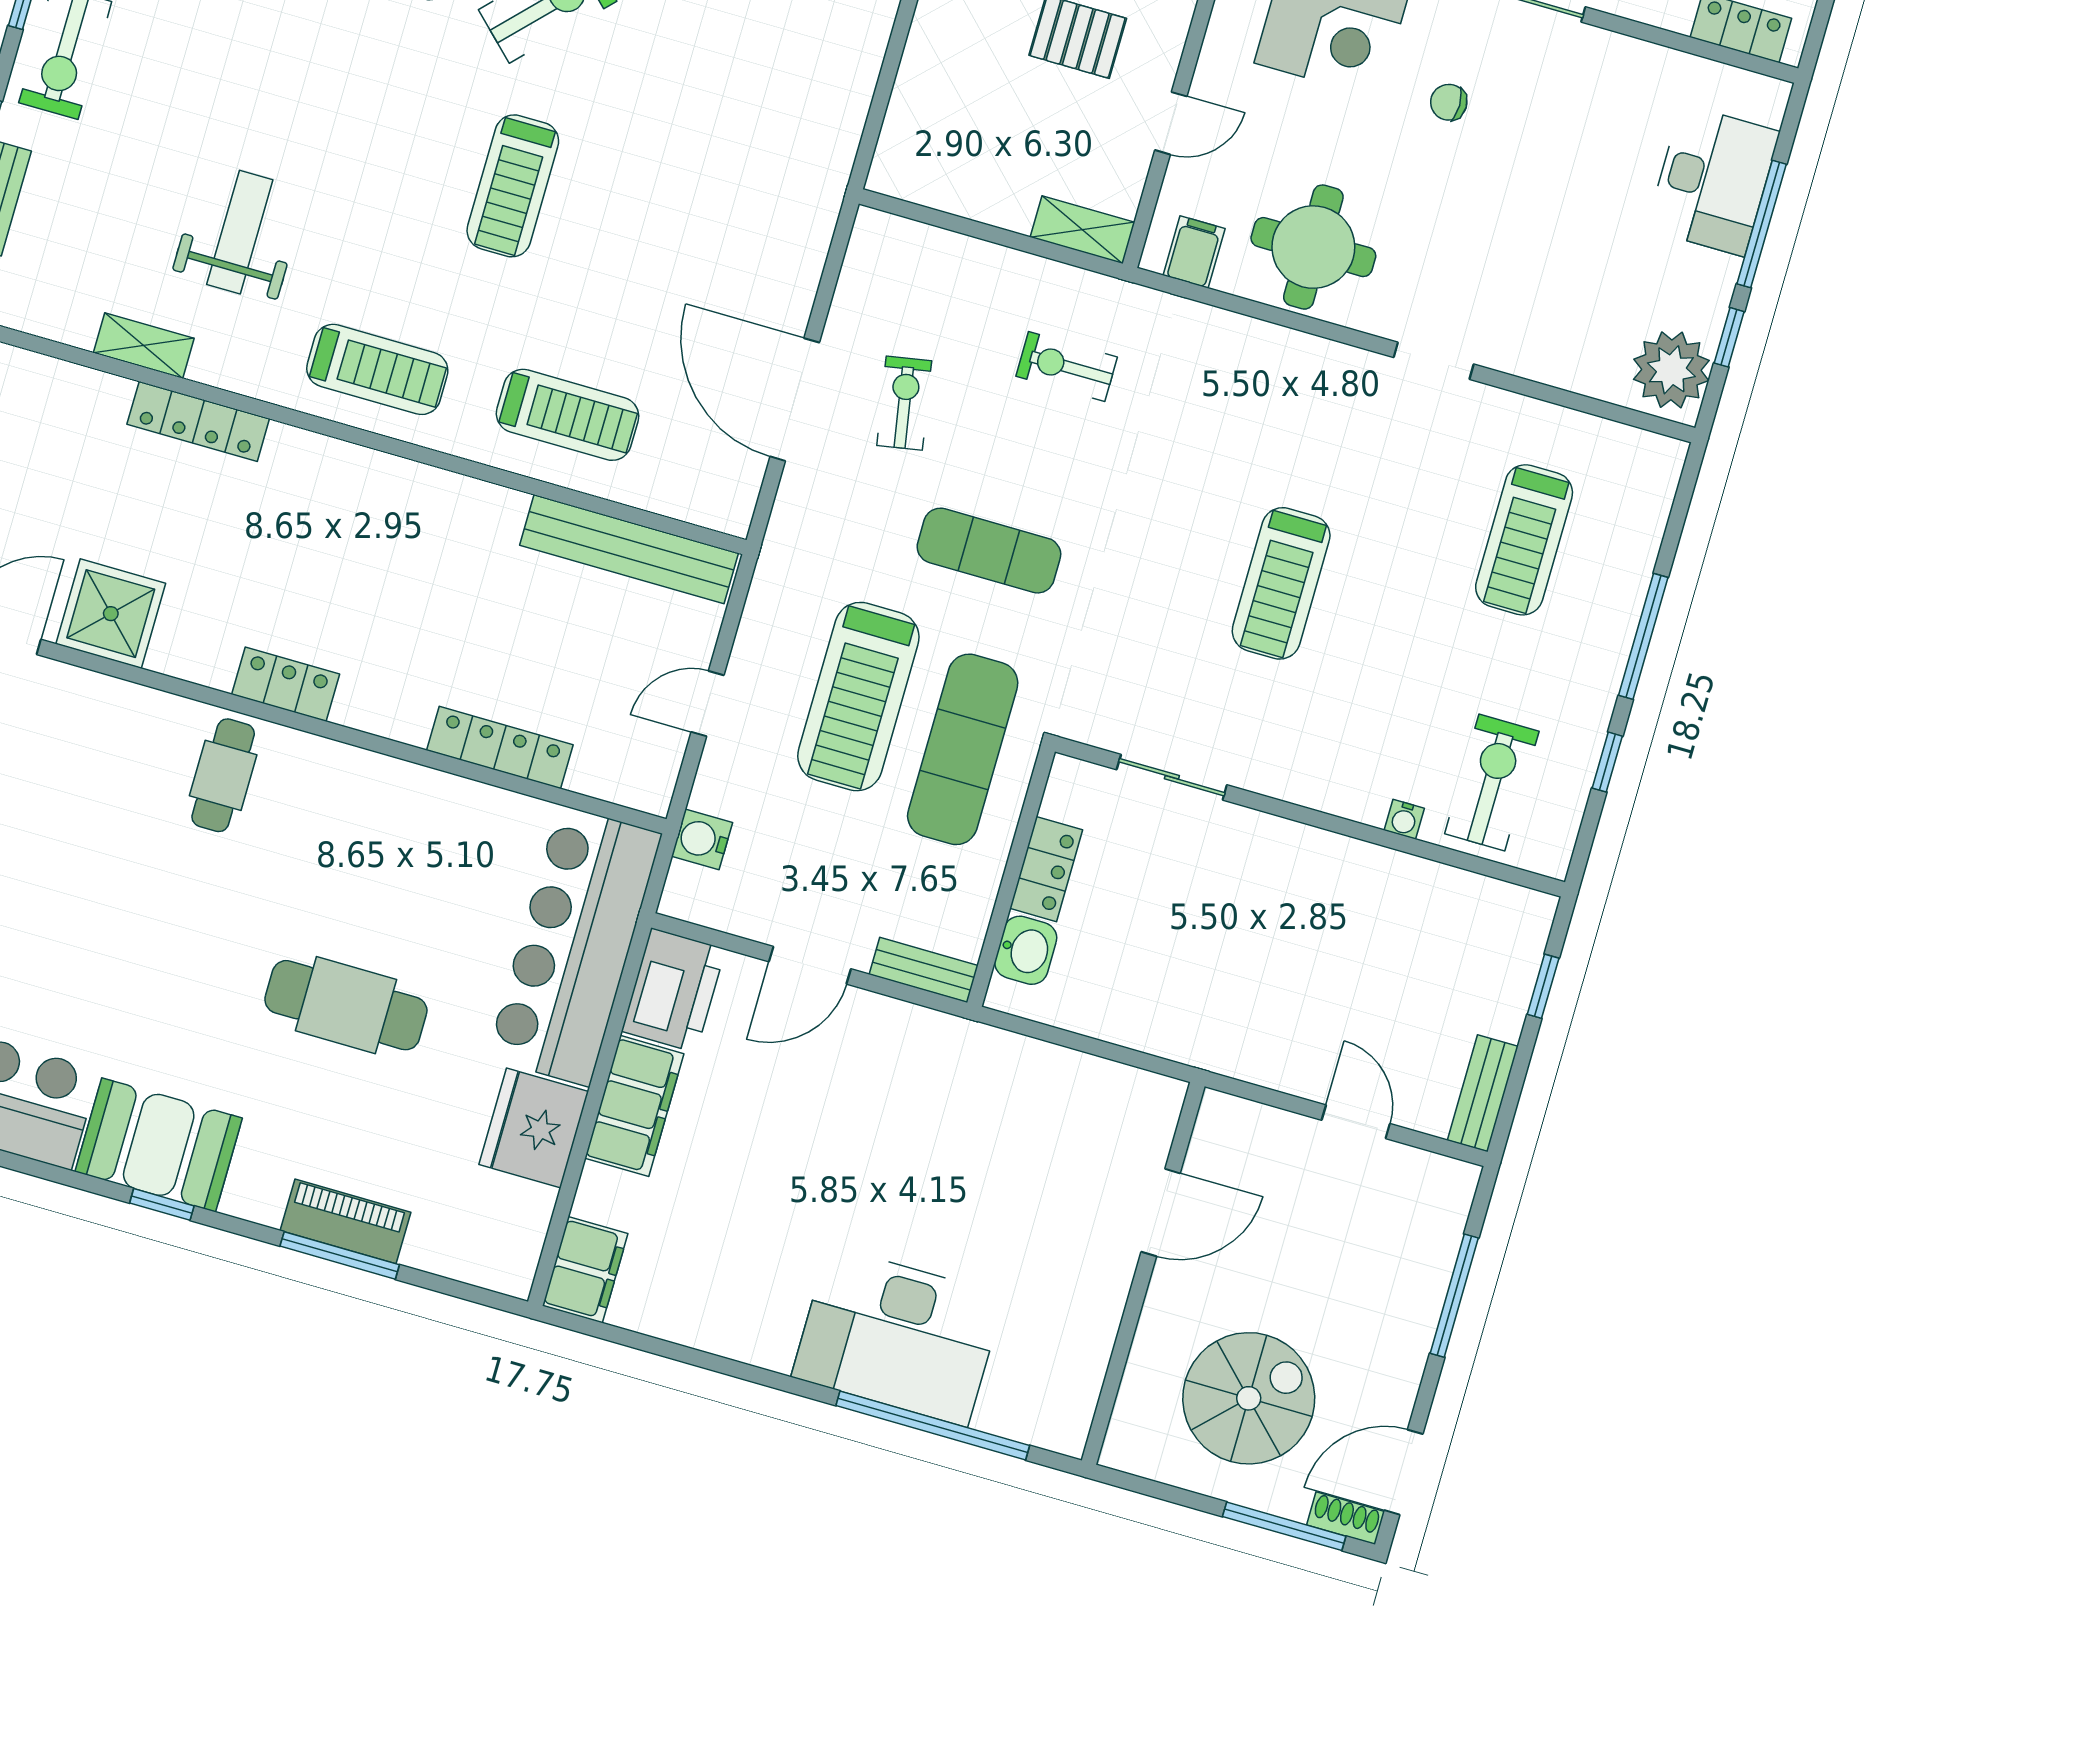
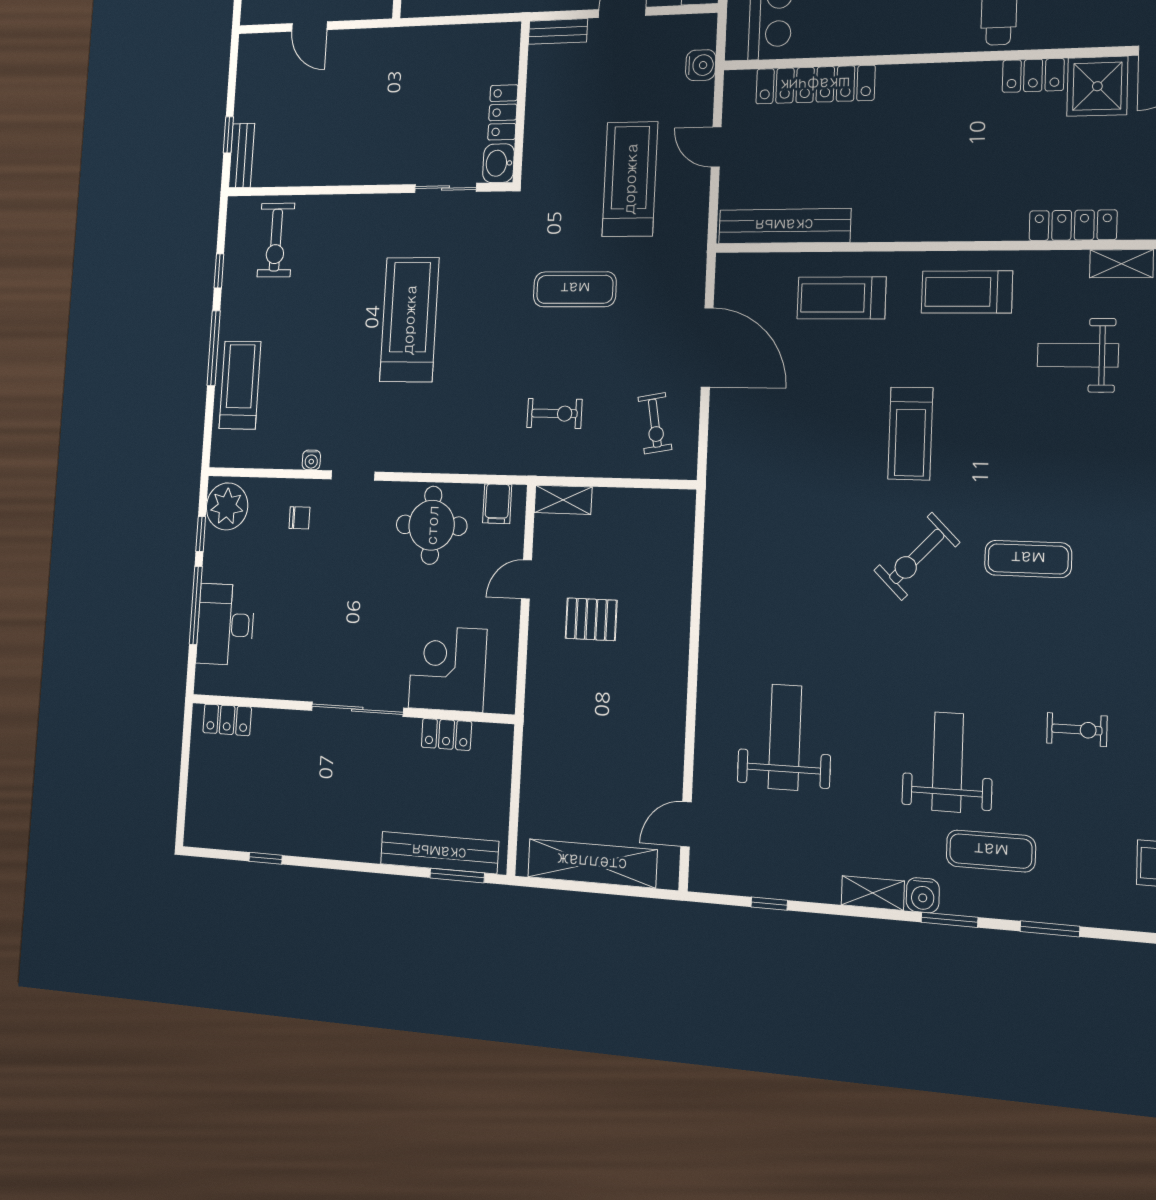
chair: (1449, 102) -> (299, 518), moved
treadmill: (513, 186) -> (910, 433), turned 180
weight bench: (240, 232) -> (1078, 355), turned 90
exercise bike: (904, 403) -> (655, 423), moved
treadmill: (1524, 540) -> (240, 385), moved
treadmill: (1281, 583) -> (409, 320), width x1.37, depth x1.38
locker: (286, 684) -> (1033, 75), moved
door: (707, 704) -> (716, 147), swing flipped
locker: (500, 747) -> (815, 85), width x1.41, depth x1.21
exercise mat: (963, 749) -> (564, 167), removed
water cooler: (1404, 819) -> (311, 460), moved, turned 180
washbasin: (1026, 950) -> (499, 163), moved
bench: (1483, 1093) -> (242, 155), moved

